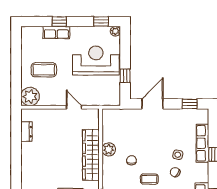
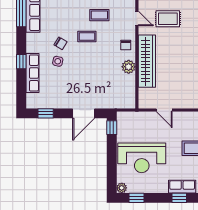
window: (125, 76) -> (112, 128), moved
chair: (131, 160) -> (126, 45), moved

